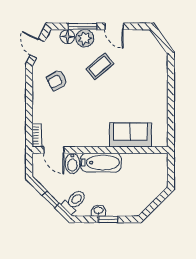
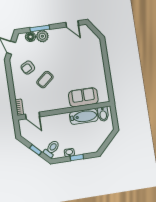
door: (114, 26) -> (72, 24), moved
coffee table: (100, 66) -> (45, 80), moved
bidet: (72, 163) -> (103, 114), moved
bathtub: (101, 163) -> (84, 117), moved

